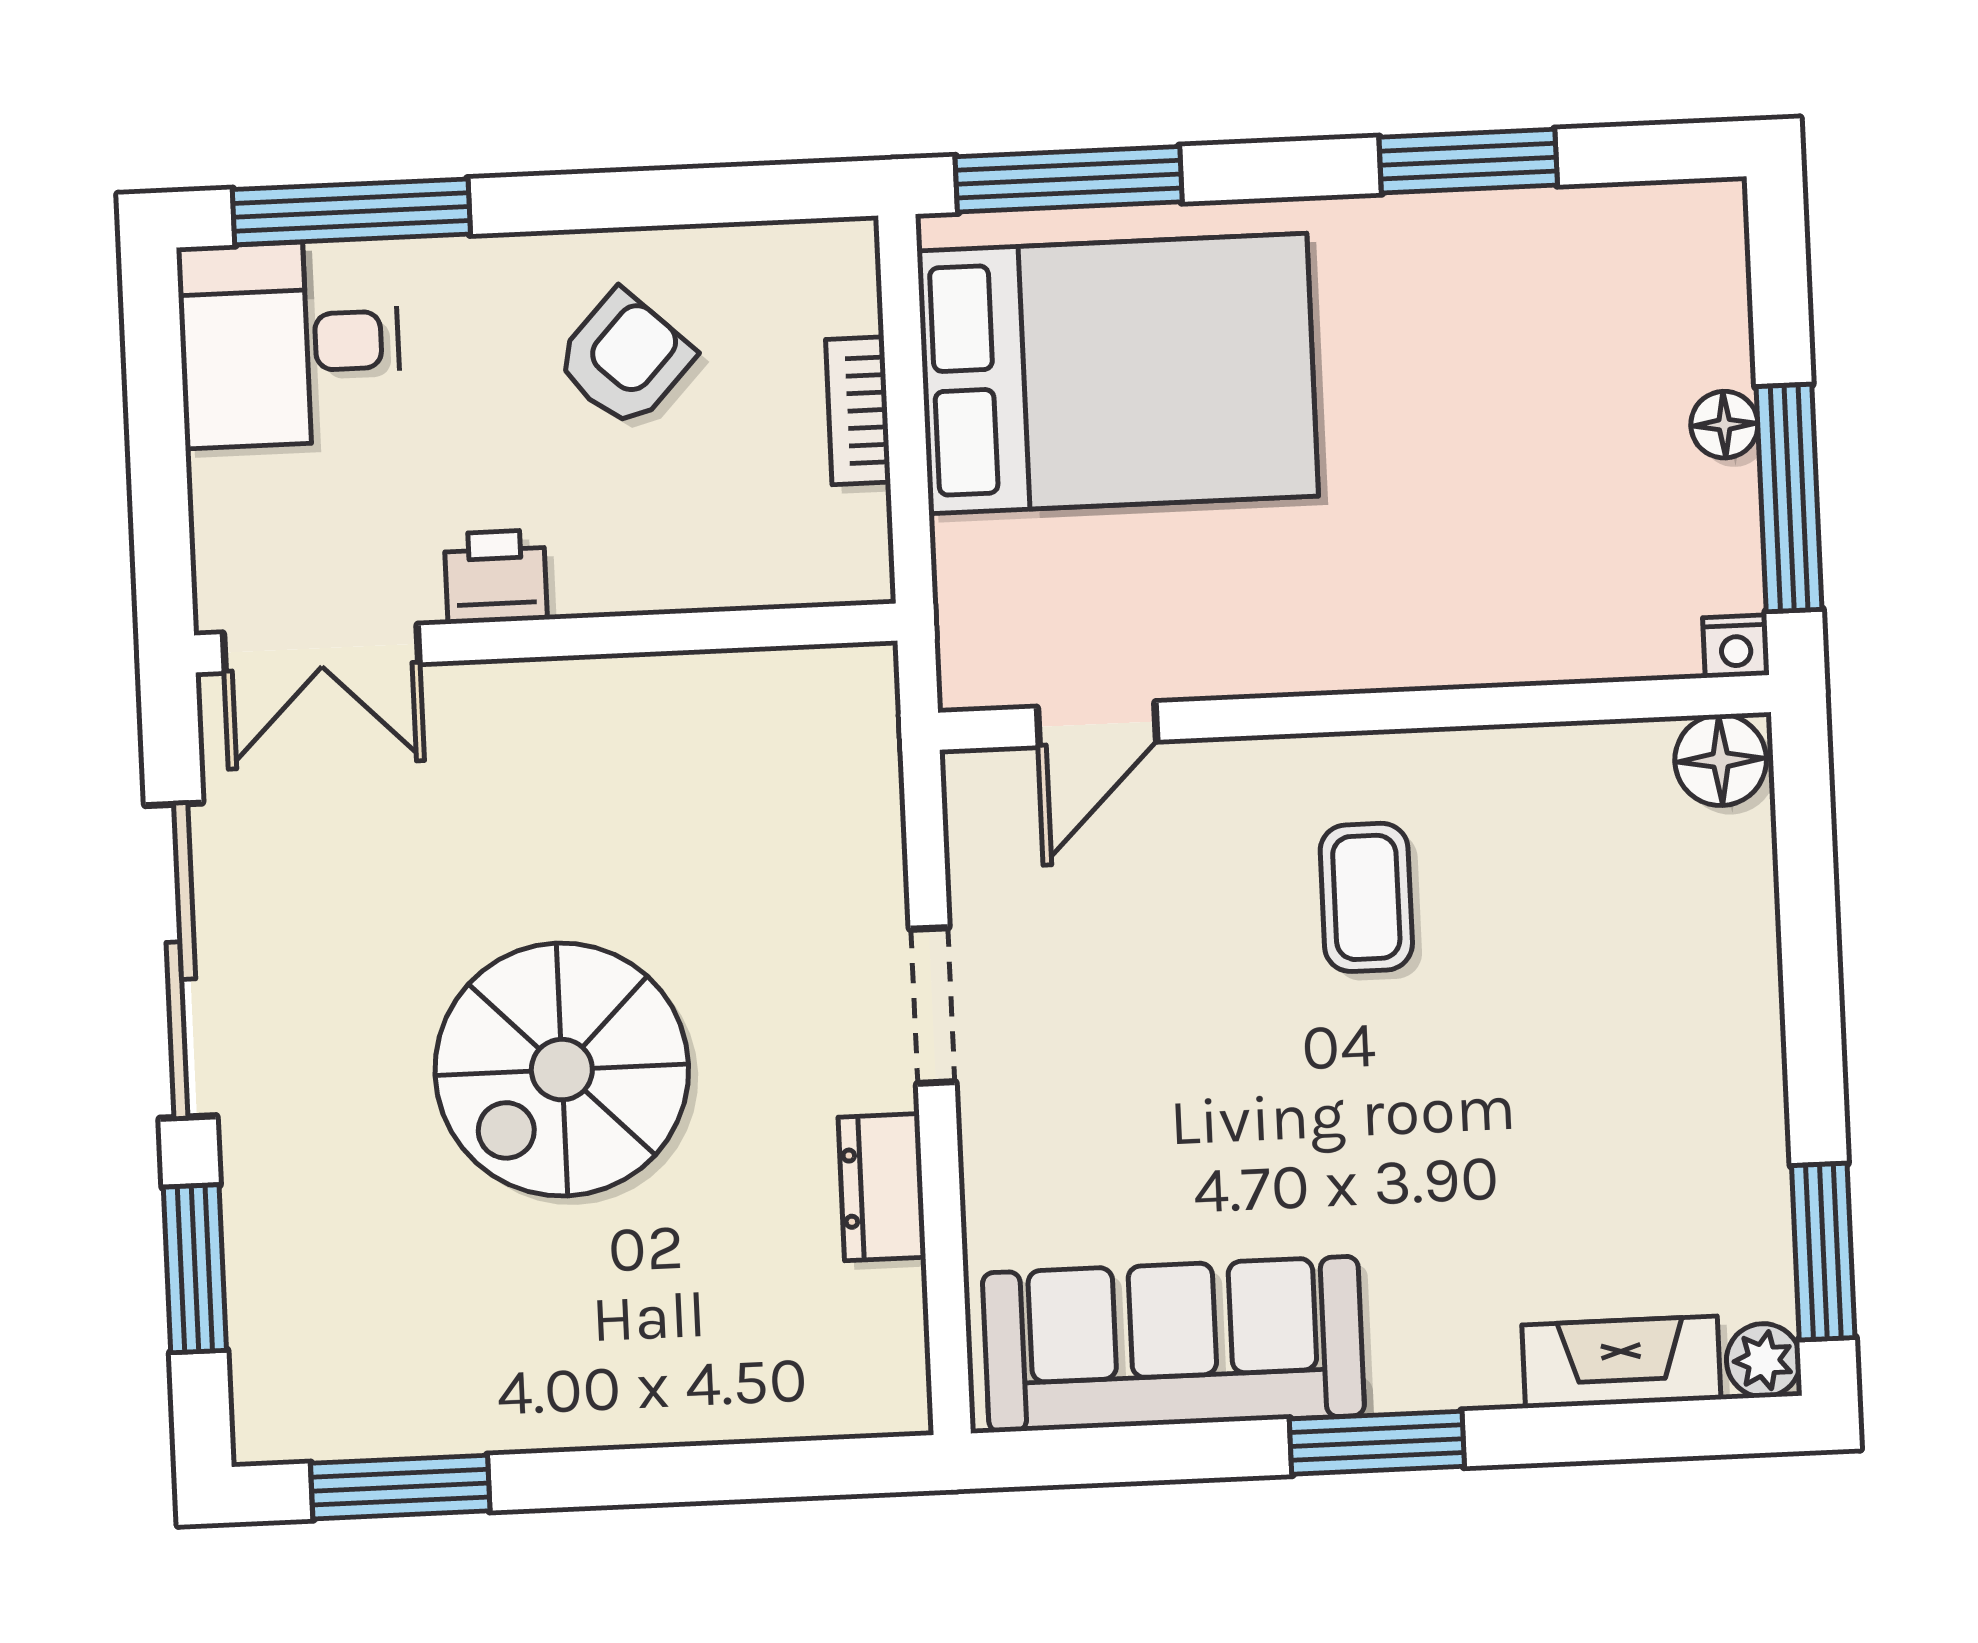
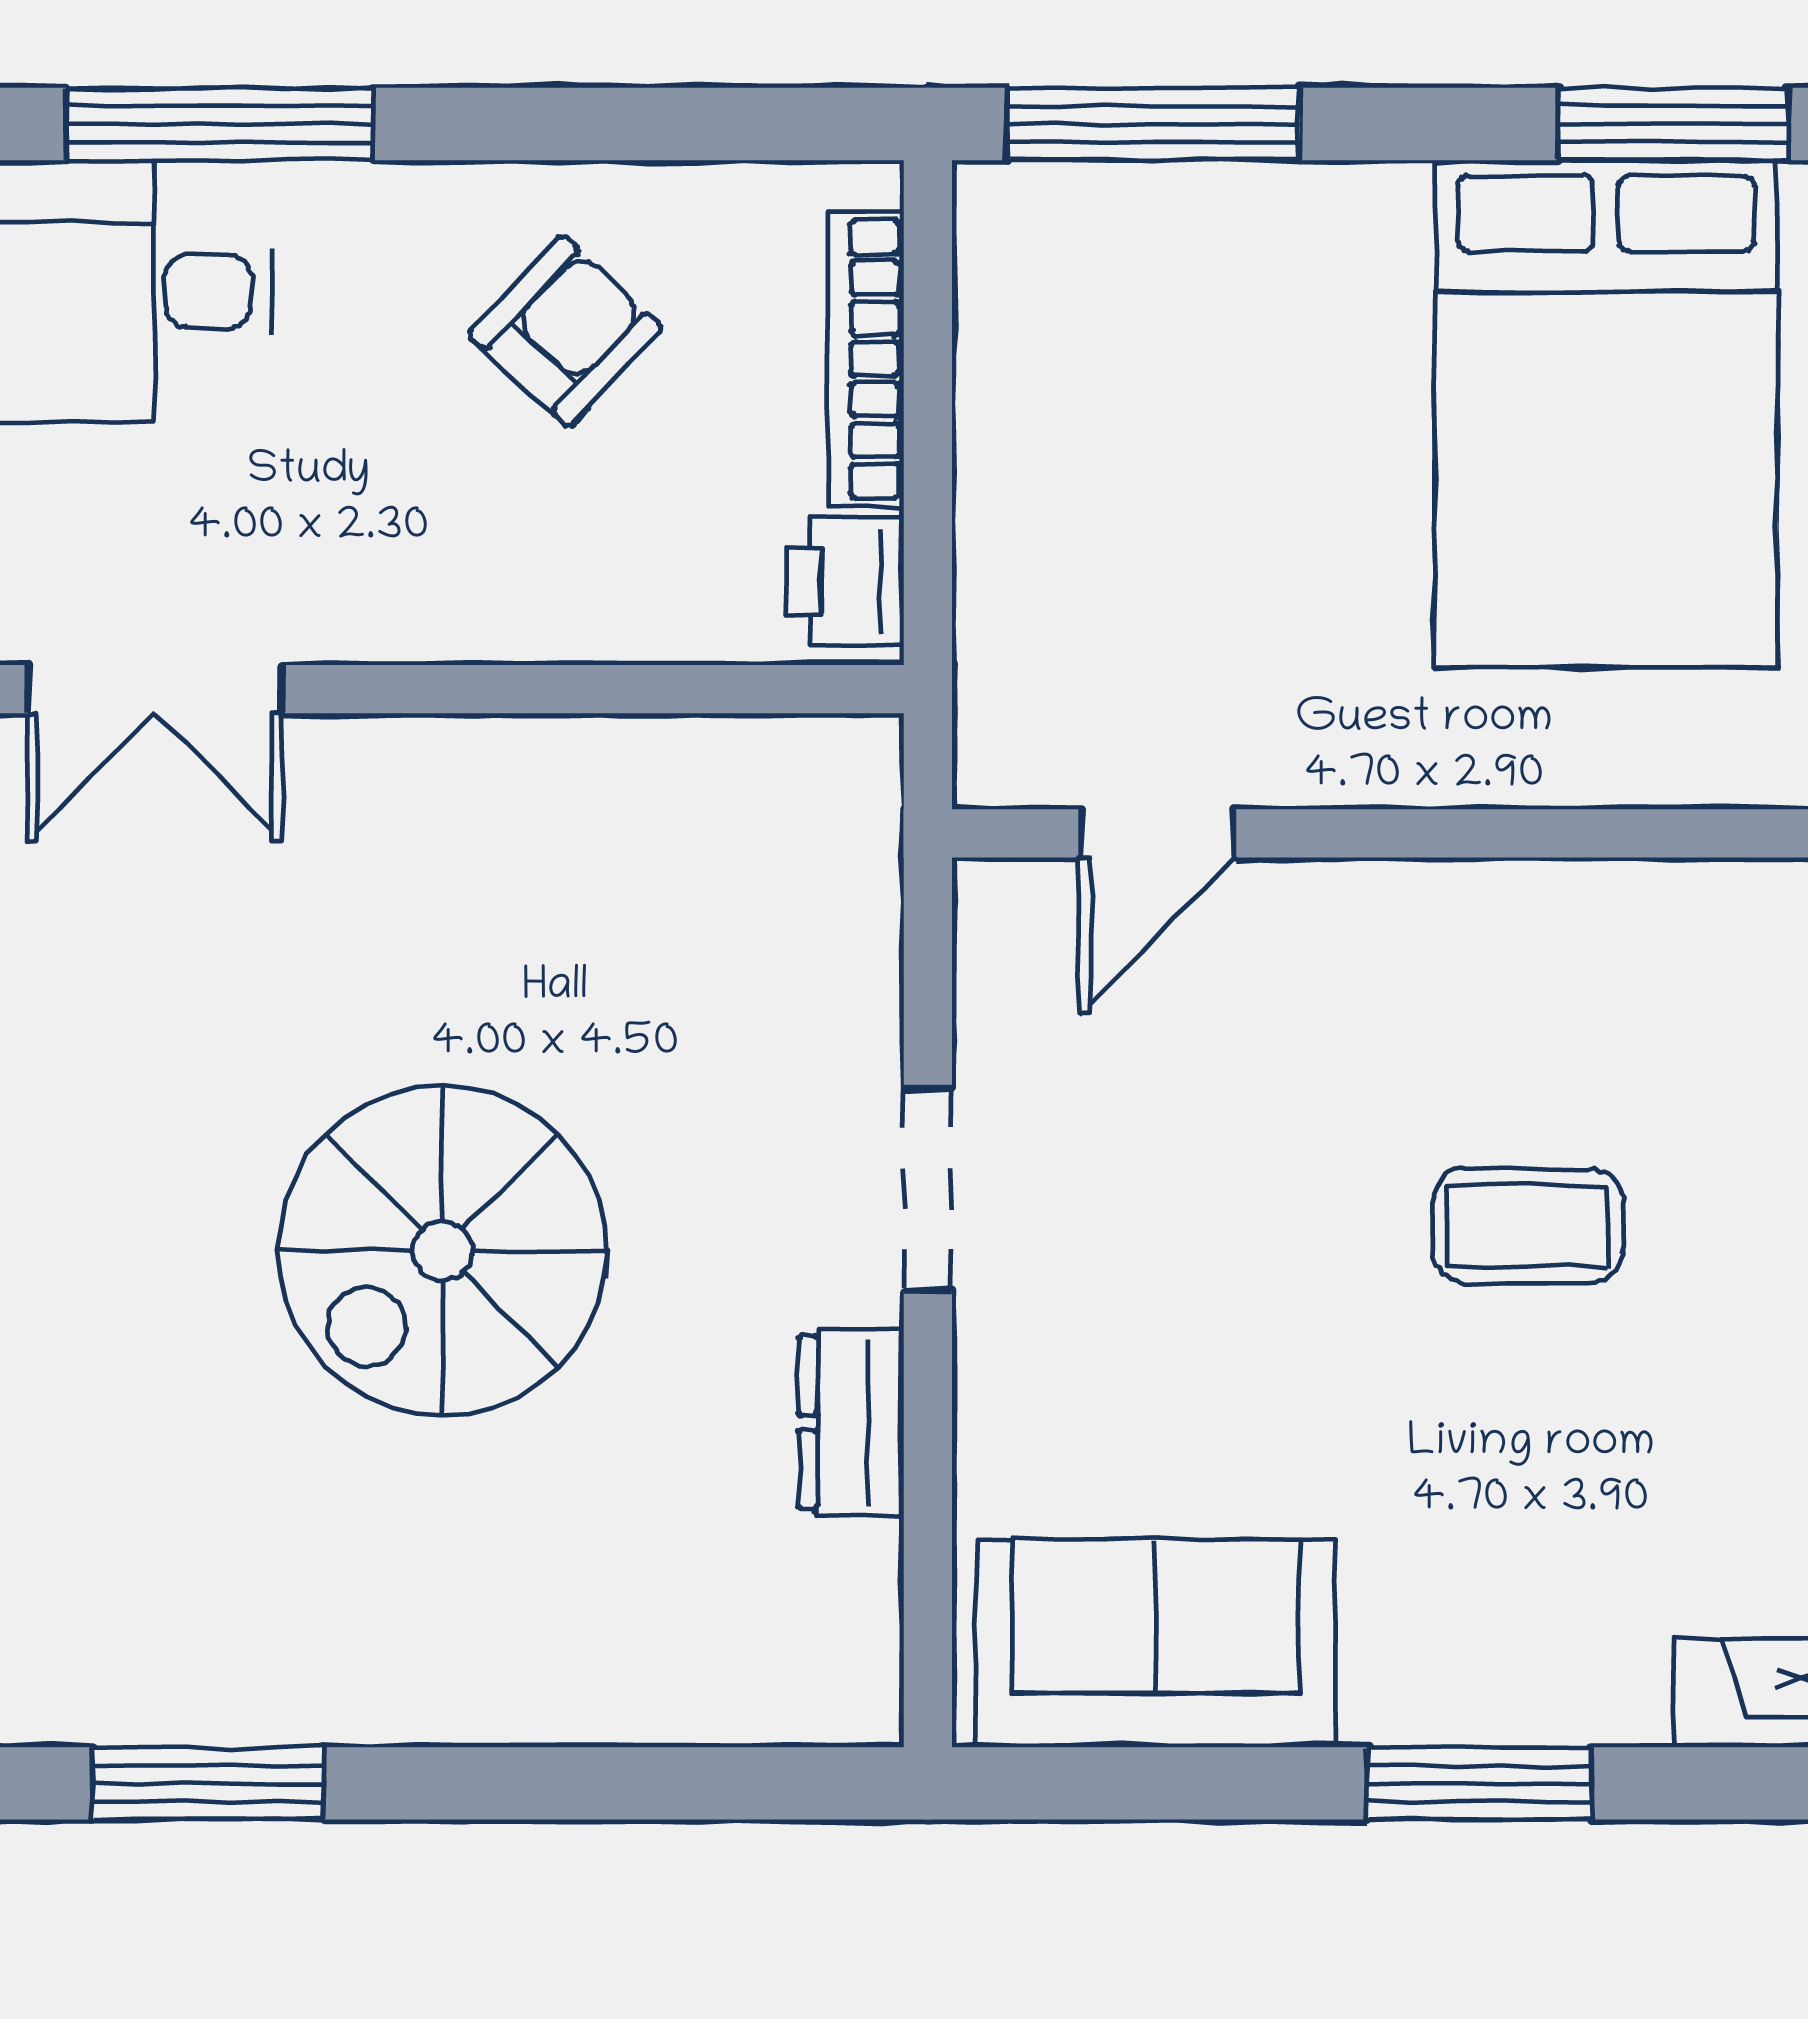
bed: (1118, 374) -> (1606, 414), moved, turned 90
bookcase: (858, 411) -> (866, 359), width x1.56
printer: (496, 577) -> (845, 581), moved, turned -90
coffee table: (1366, 897) -> (1527, 1226), moved, turned 90
sofa: (1173, 1344) -> (1156, 1643), width x0.73

